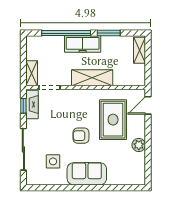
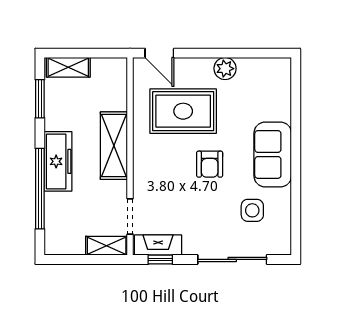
window: (109, 33) -> (40, 99), moved

